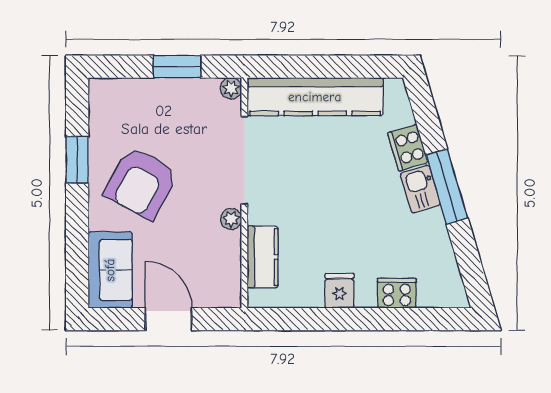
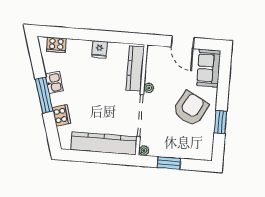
kitchen sink: (420, 189) -> (54, 83), moved
kitchen counter: (263, 257) -> (135, 68), width x1.50
cooker: (397, 293) -> (56, 45), moved

